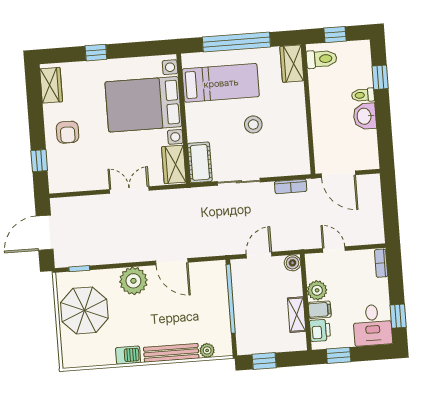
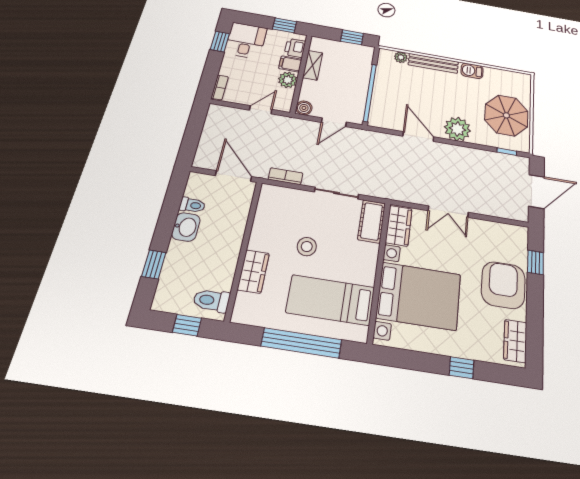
wardrobe: (292, 64) -> (253, 271), moved
toilet: (363, 95) -> (192, 205), moved
armchair: (68, 132) -> (503, 285), width x1.88, depth x1.88
door: (334, 249) -> (261, 110), swing flipped

